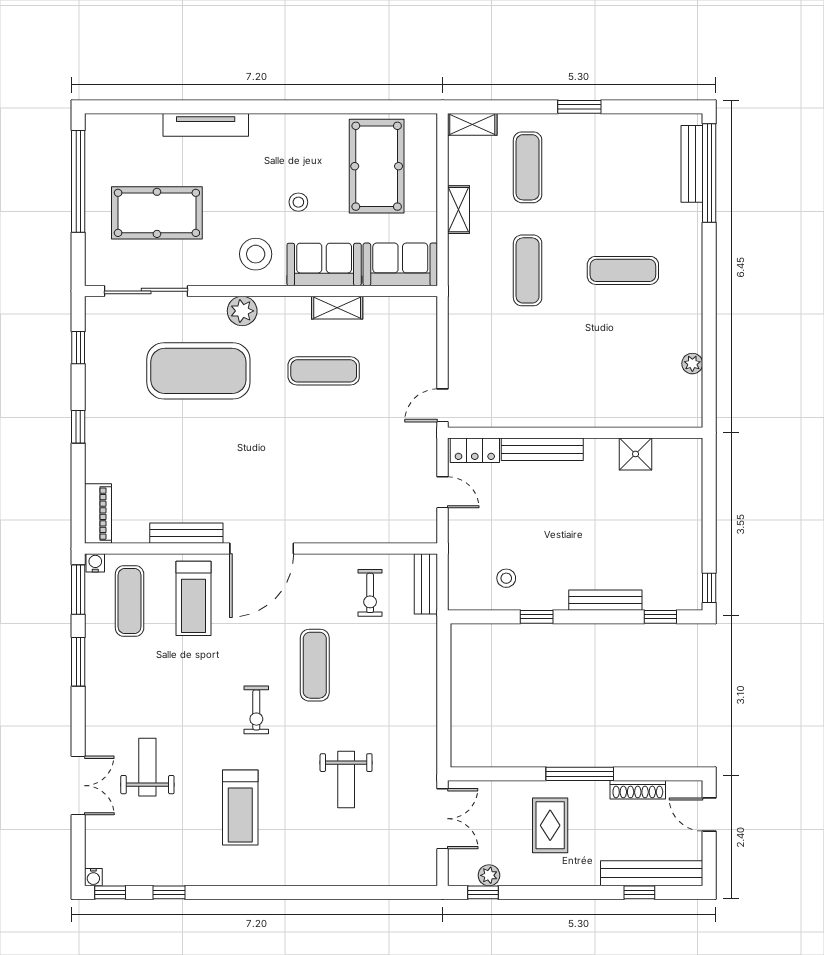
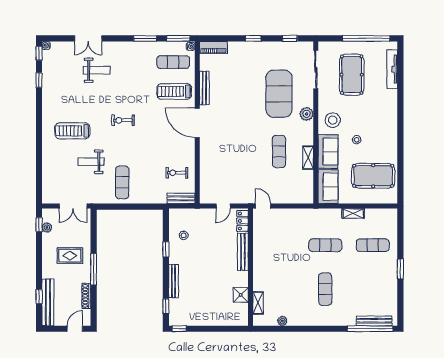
shelving: (472, 124) -> (258, 303), moved
tv unit: (206, 125) -> (392, 69), moved
exercise mat: (315, 665) -> (122, 182), moved, turned 90
treadmill: (240, 808) -> (72, 131), moved

